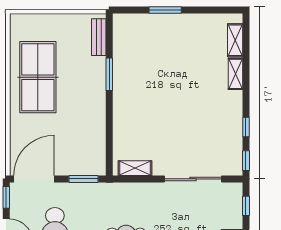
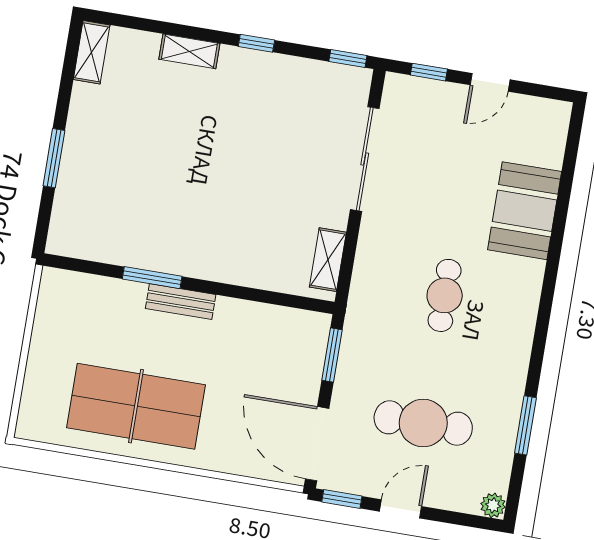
bench: (99, 37) -> (181, 302), moved
shelving: (235, 40) -> (92, 52), moved, turned 90
window: (246, 127) -> (256, 43), moved

